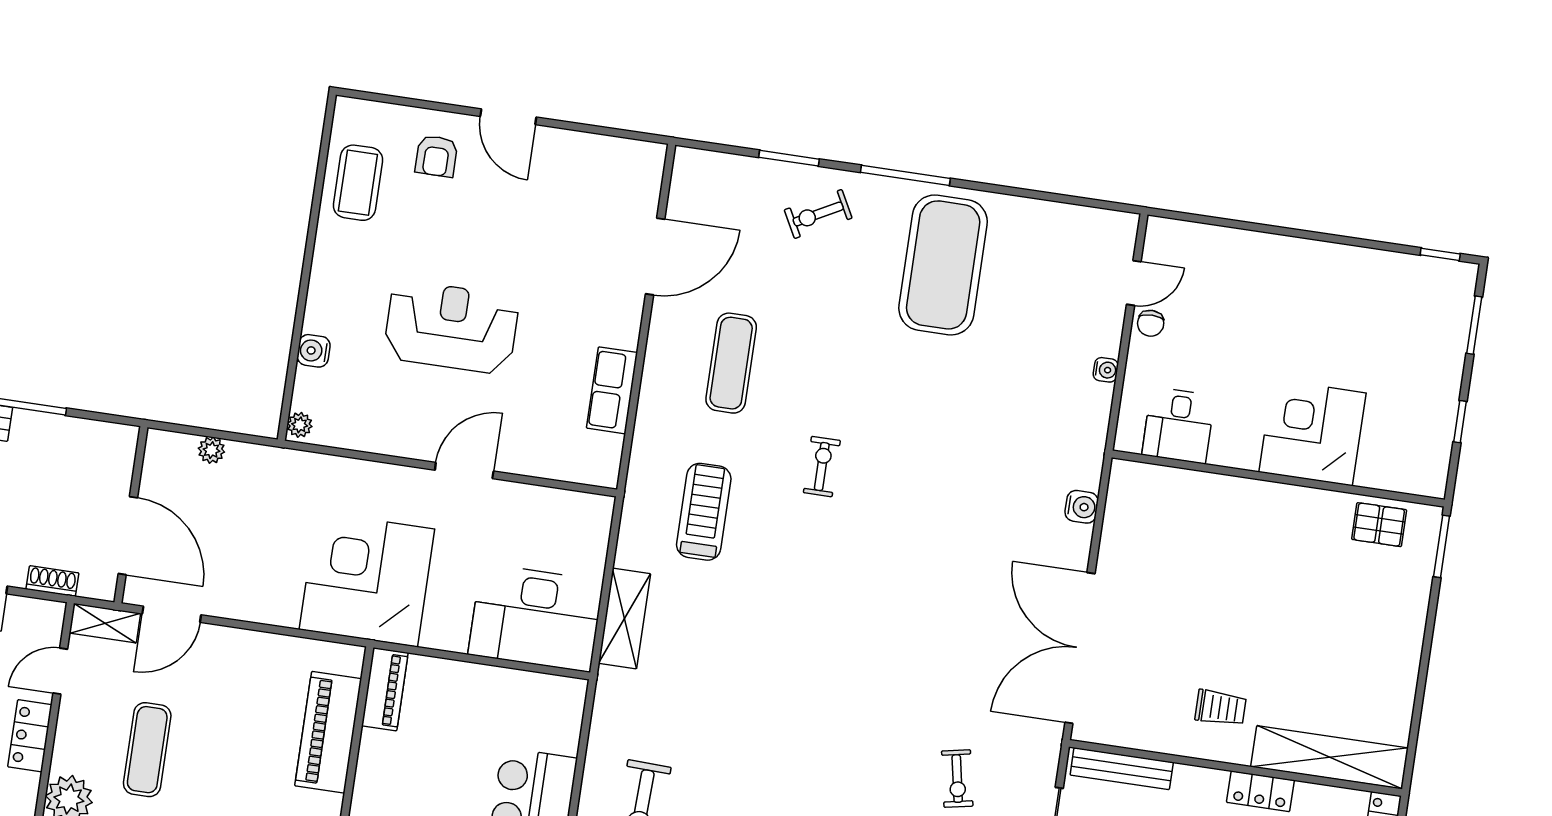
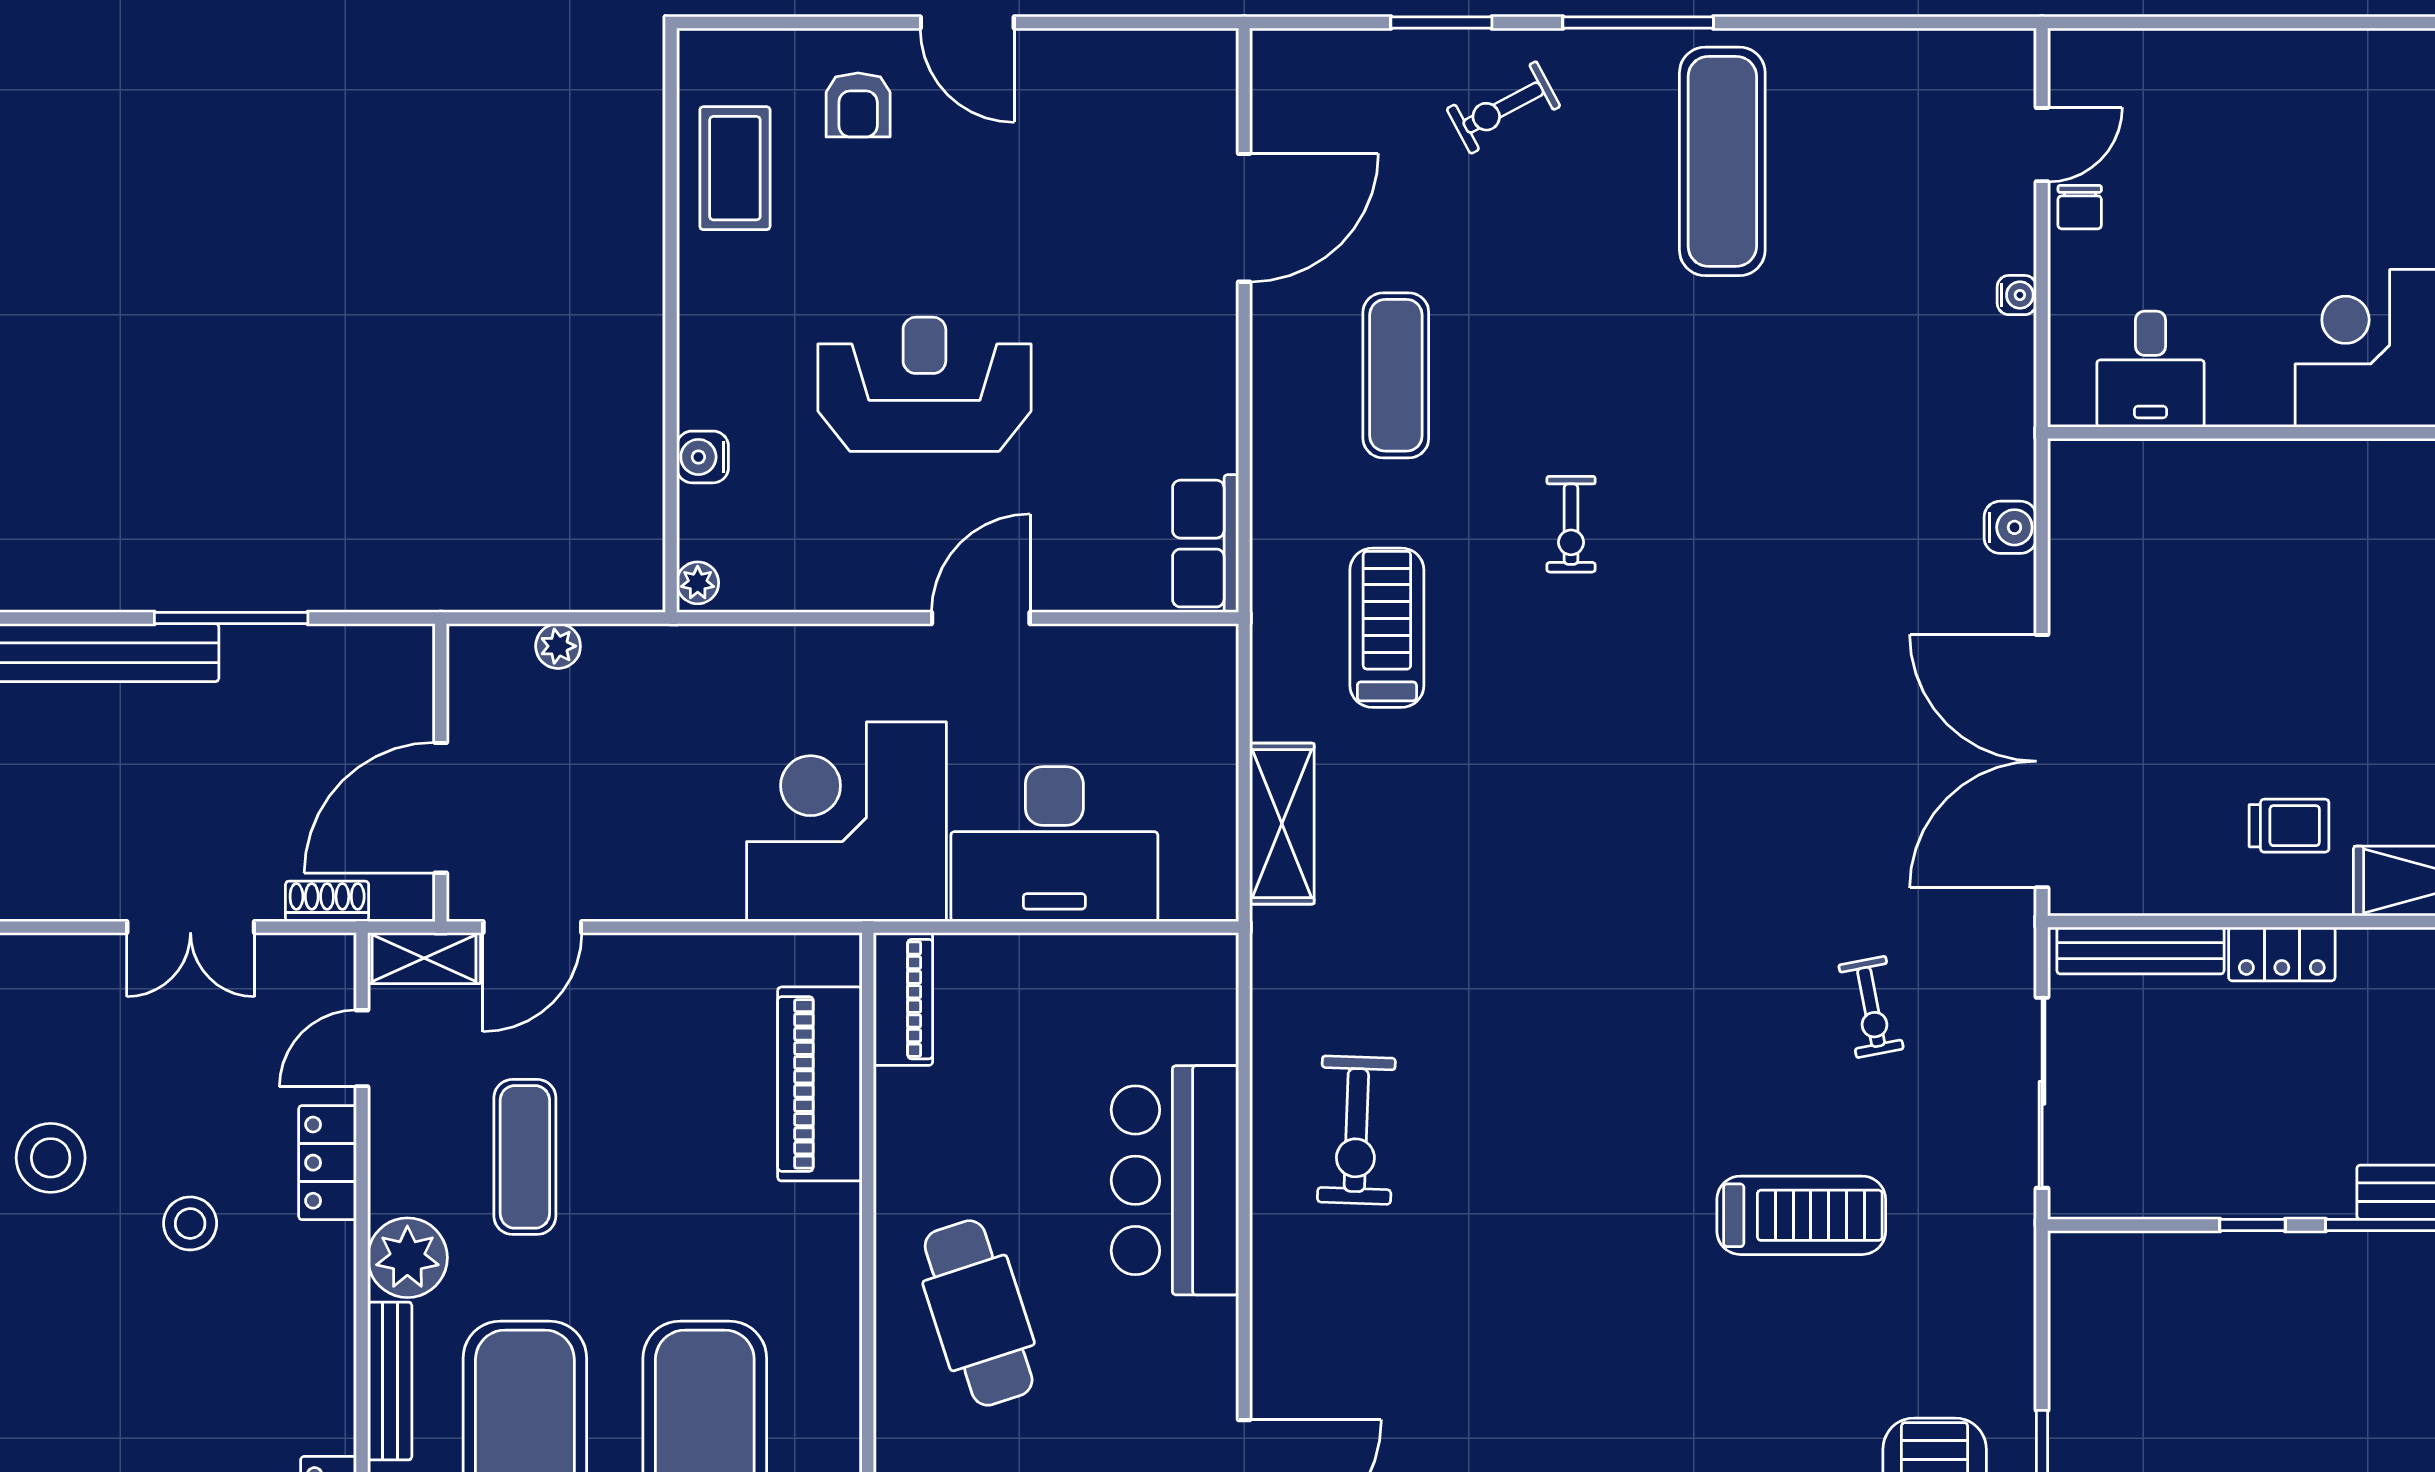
exercise mat: (943, 265) -> (1722, 161), width x0.68
row of seats: (612, 390) -> (1206, 544), moved
exercise bike: (822, 467) -> (1571, 524), turned 180
door: (128, 536) -> (441, 808), swing flipped
desk: (536, 618) -> (1054, 844), moved
locker: (1260, 791) -> (2282, 954), moved

